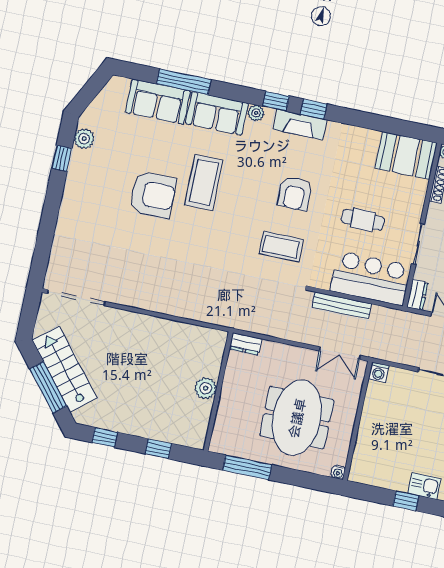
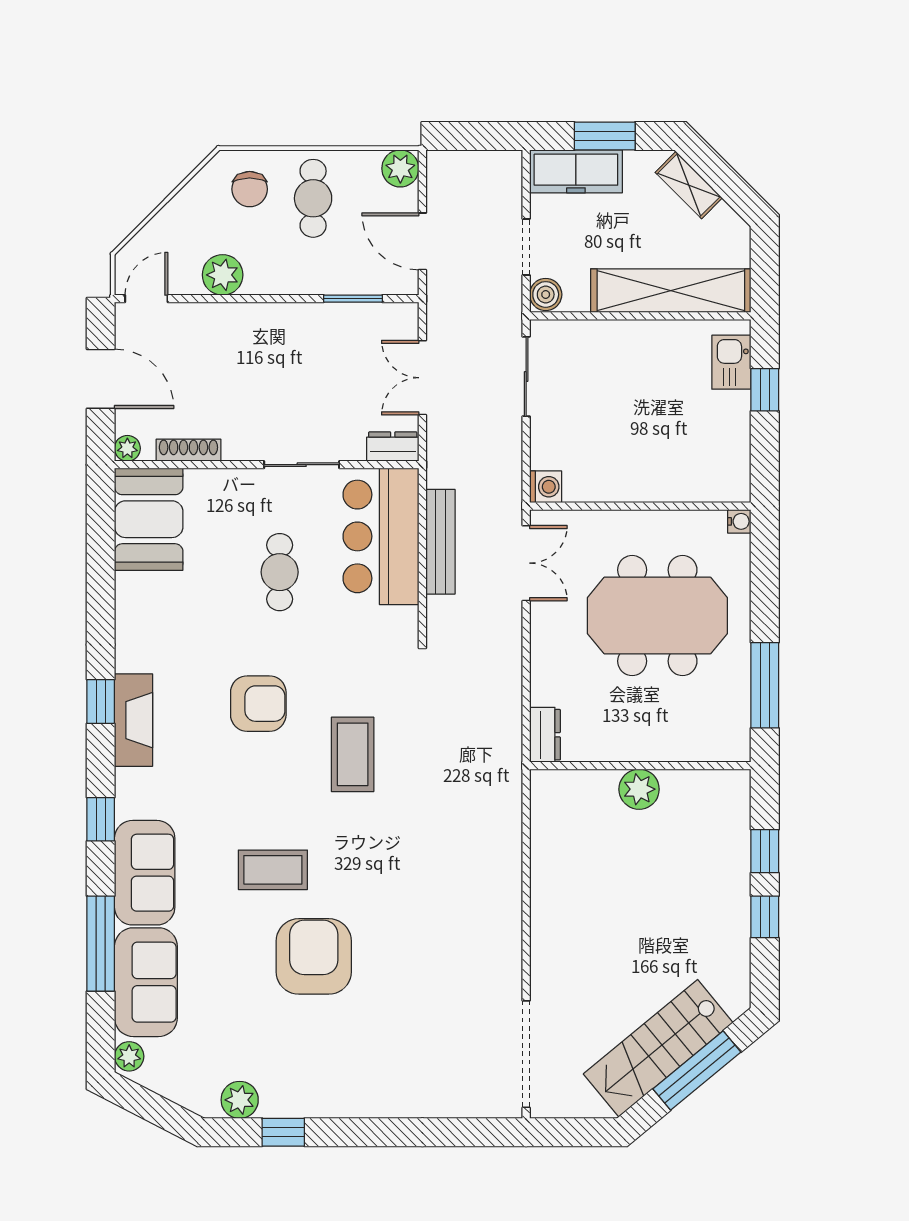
window: (276, 101) -> (101, 819), moved
plant: (256, 113) -> (129, 1056), moved
coffee table: (204, 182) -> (273, 870), width x0.73, depth x0.76
coffee table: (281, 247) -> (353, 754), moved
bench: (342, 305) -> (440, 542), moved
window: (105, 437) -> (765, 917), moved

